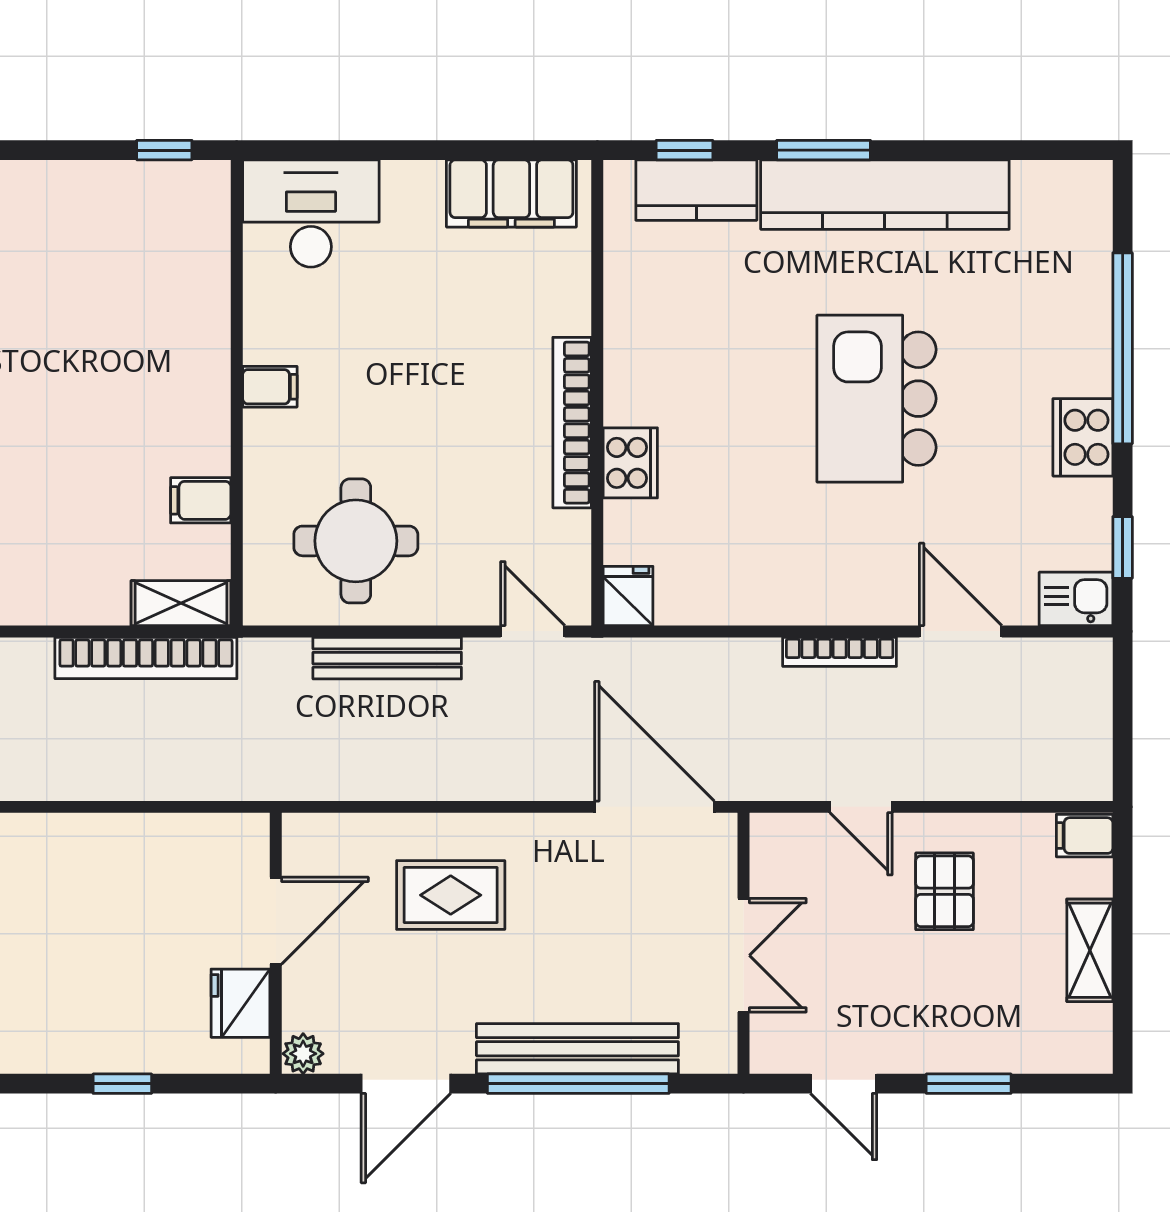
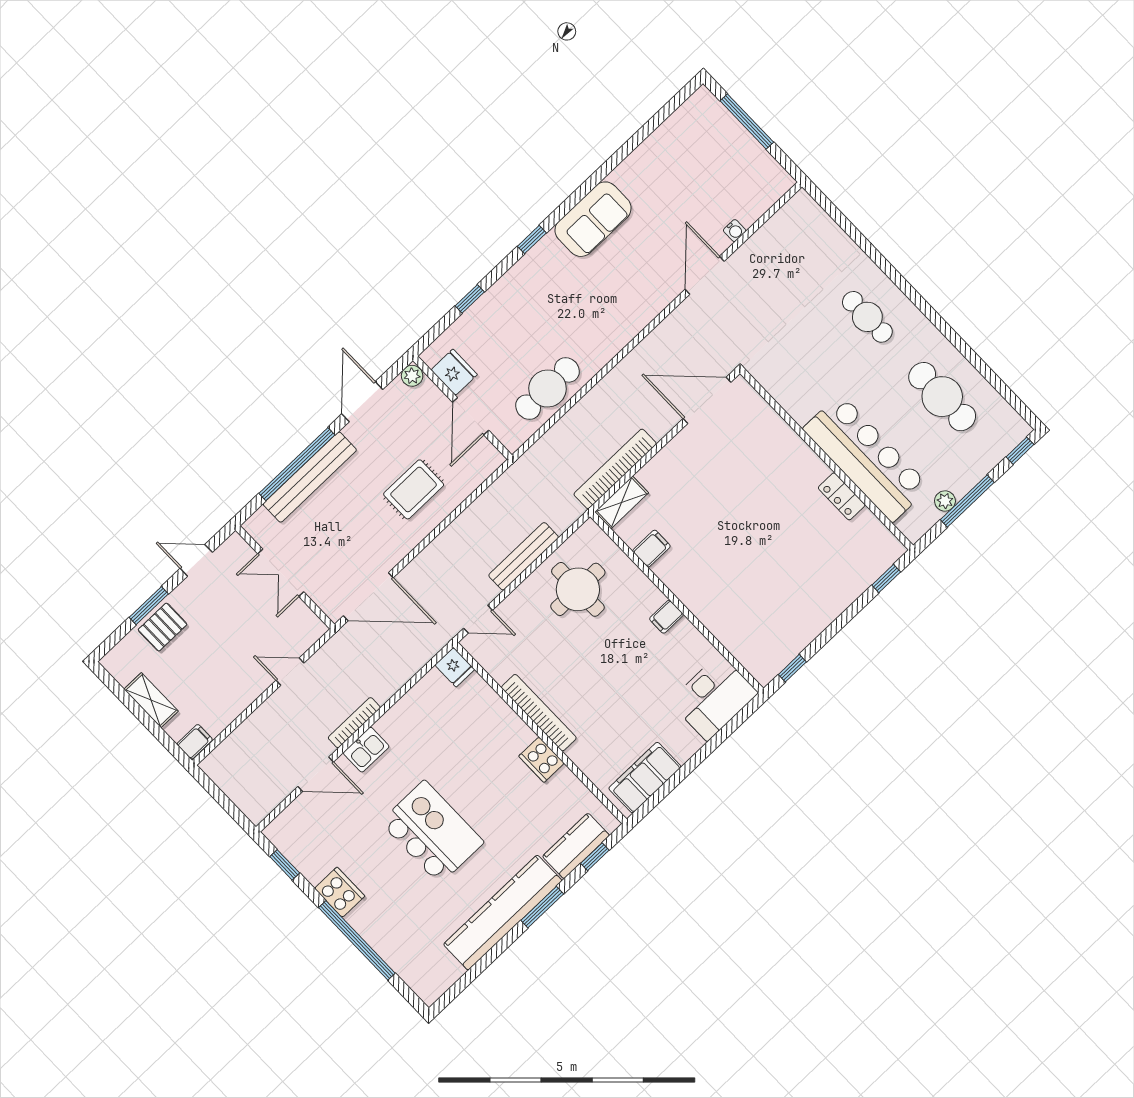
cooker: (630, 463) -> (541, 760), moved
kitchen sink: (1076, 599) -> (366, 750), moved
cafe table: (133, 858) -> (547, 389), added
pallet: (945, 891) -> (163, 627), moved, turned 90

